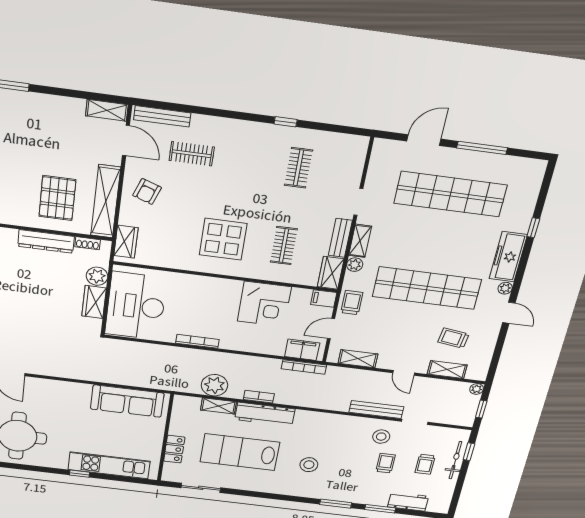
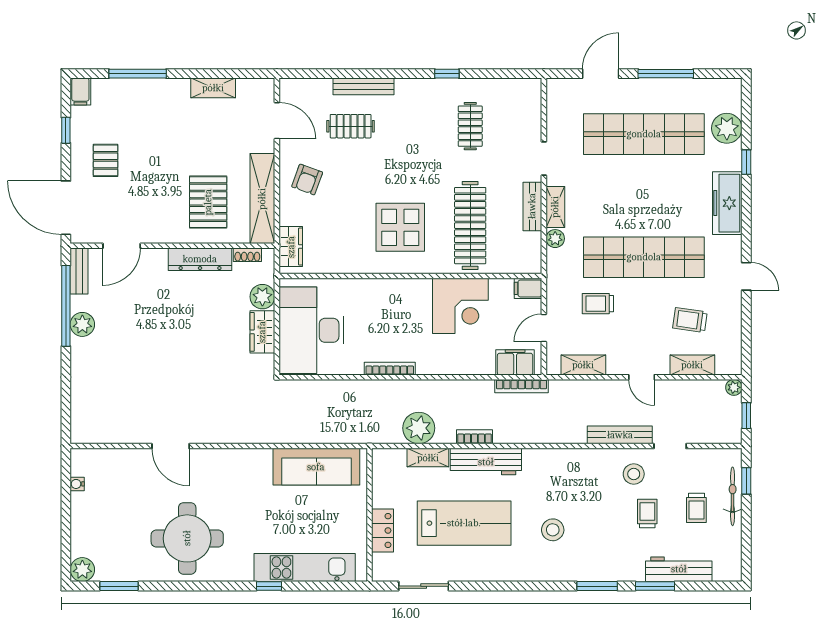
shelving: (107, 110) -> (213, 88), moved
bench: (162, 116) -> (363, 86), moved
clothes rail: (284, 246) -> (470, 226), width x1.86, depth x1.31
wardrobe: (331, 273) -> (530, 253), removed
plant: (505, 288) -> (727, 128), moved, width x1.88, depth x1.88
trolley: (352, 303) -> (598, 304), moved, turned -90
lab bench: (240, 452) -> (464, 523), turned 180
workbench: (408, 502) -> (679, 569), width x1.38

